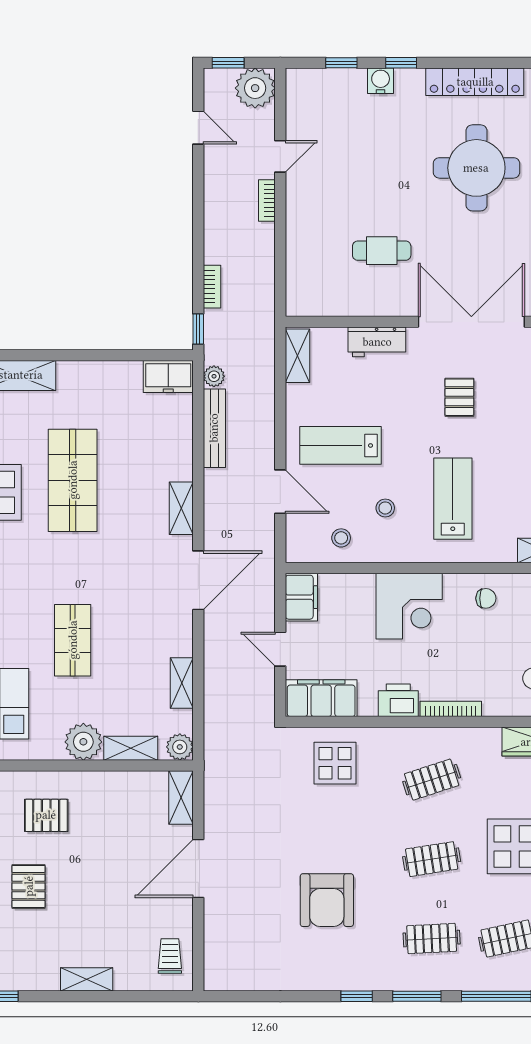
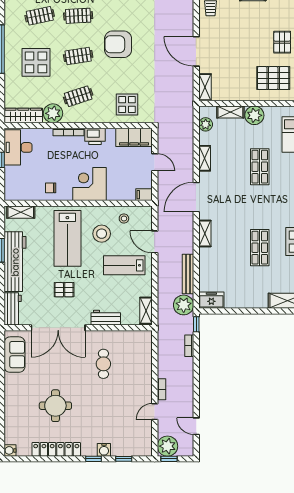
window: (228, 63) -> (169, 459), moved
round table: (476, 168) -> (55, 406), width x0.73, depth x0.73
cafe table: (382, 251) -> (103, 364), turned 90
plant: (214, 376) -> (184, 305), width x1.88, depth x1.88
pallet: (459, 397) -> (64, 290), turned 90
lab bench: (340, 445) -> (124, 265), turned 180
shop shelf: (73, 480) -> (260, 248), width x0.70, depth x0.74
lab bench: (453, 499) -> (67, 238), width x1.36, depth x1.39
stool: (385, 508) -> (102, 234), width x1.89, depth x1.89
filing cabinet: (301, 597) -> (144, 195), width x0.50
shelving: (182, 683) -> (205, 158), moved
plant: (481, 746) -> (53, 113), added
plant: (180, 747) -> (206, 124), moved
pallet: (46, 815) -> (273, 78), width x1.50, depth x1.42
door: (198, 868) -> (196, 51), swing flipped
armchair: (327, 900) -> (118, 44), moved, turned -90

